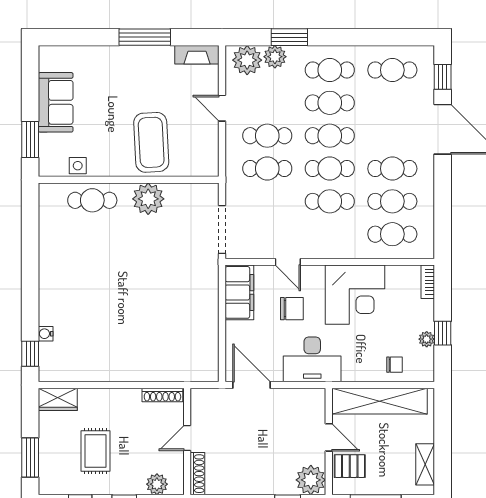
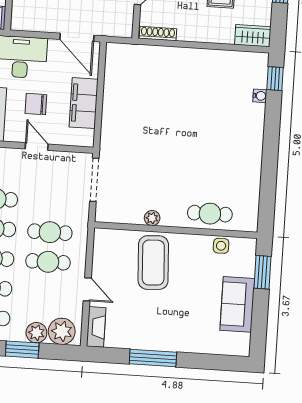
fireplace: (197, 55) -> (96, 327), moved, turned 90
plant: (148, 199) -> (152, 218), width x0.53, depth x0.53
filing cabinet: (239, 292) -> (84, 103), moved

